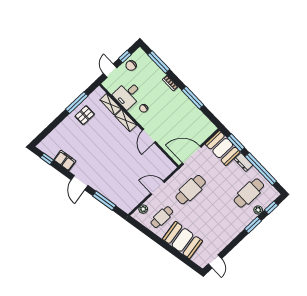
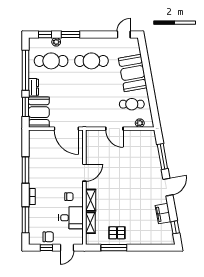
cafe table: (191, 190) -> (91, 61), moved

